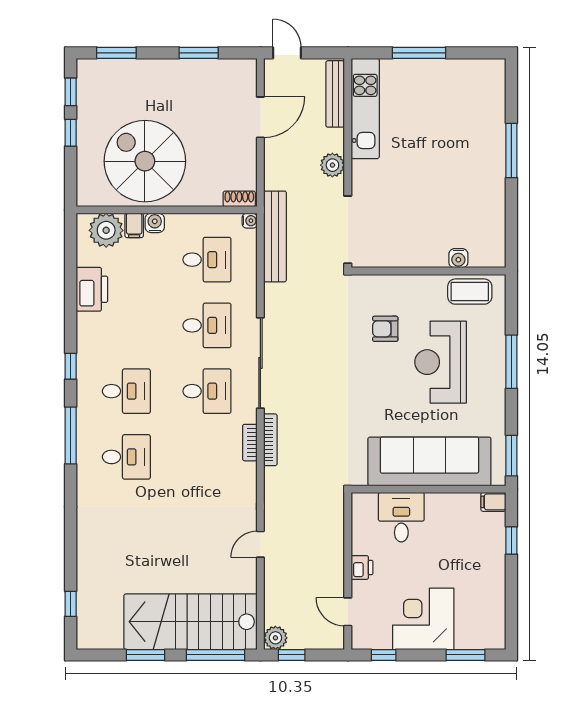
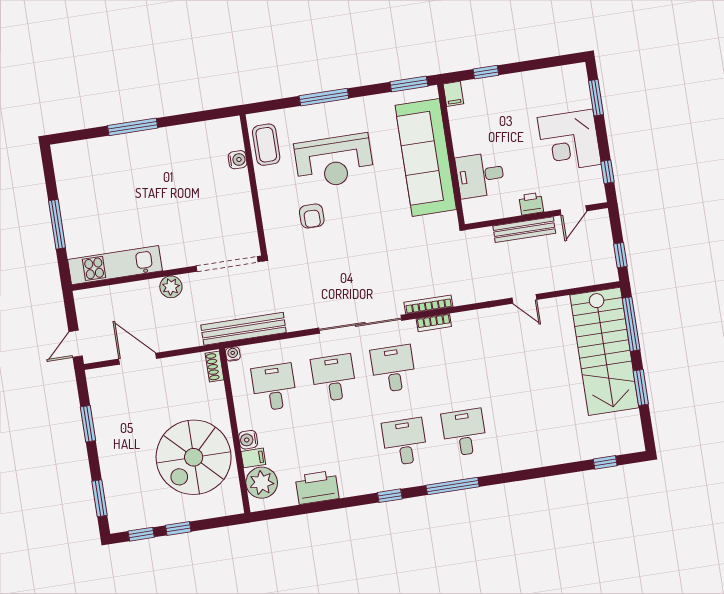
bench: (335, 94) -> (524, 230), moved
plant: (275, 638) -> (607, 272), removed

